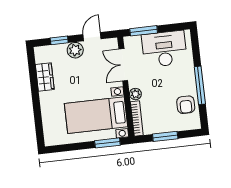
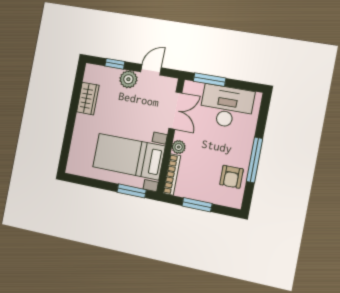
double door: (123, 65) -> (175, 111), swing flipped

